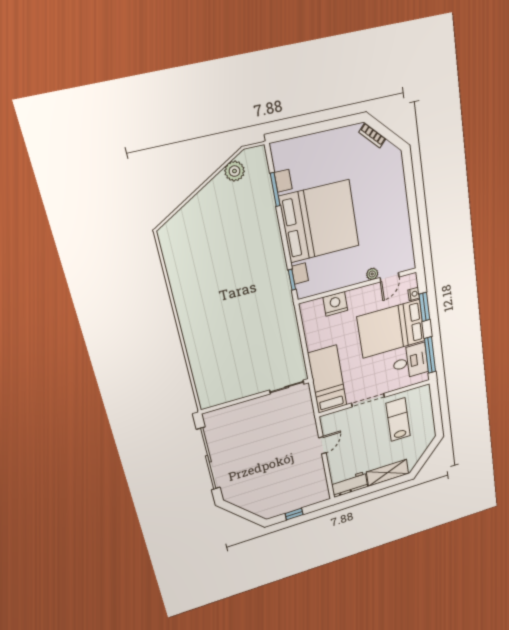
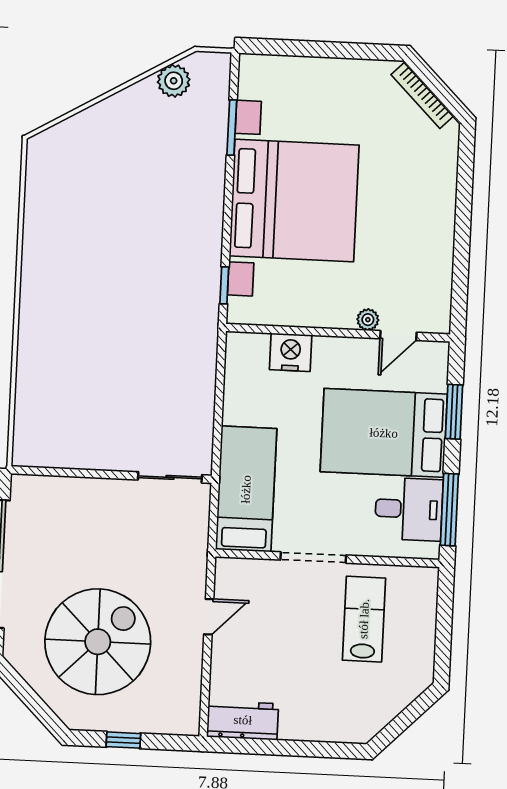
bookcase: (372, 135) -> (422, 95), width x1.56
nightstand: (414, 294) -> (438, 381), removed
shelving: (388, 473) -> (322, 725), removed
spiral stairs: (270, 476) -> (98, 642), added

